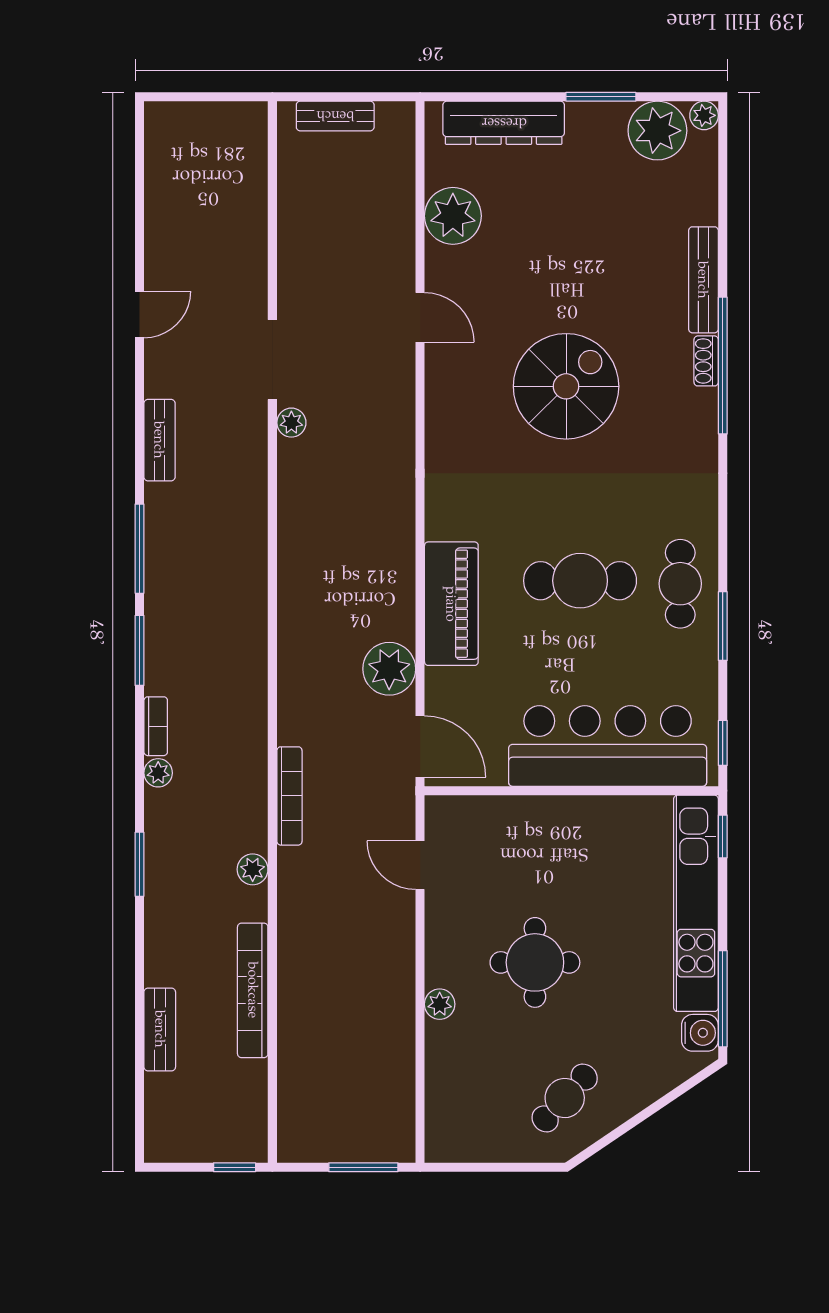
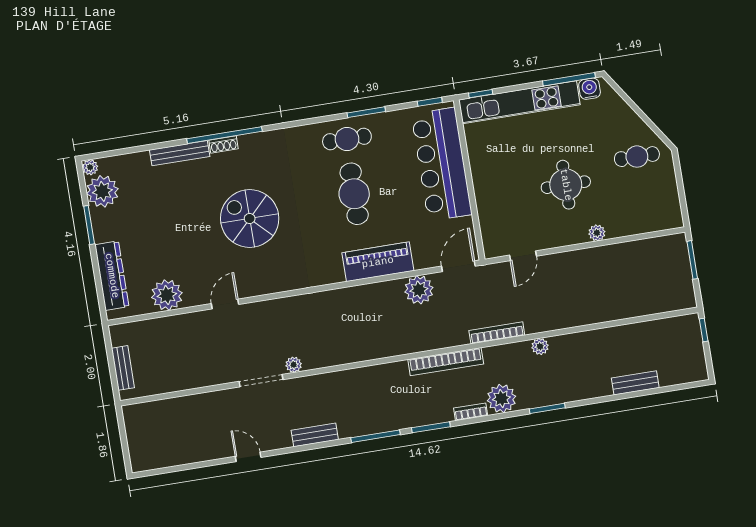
plant: (158, 773) -> (501, 398), width x1.88, depth x1.88
bookcase: (253, 990) -> (446, 362), moved
cafe table: (565, 1098) -> (637, 157), turned -43

